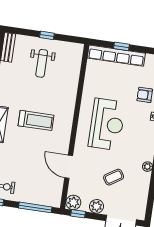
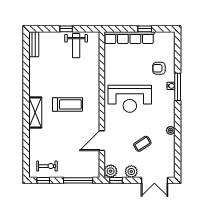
window: (121, 46) -> (145, 29), moved
weight bench: (42, 63) -> (76, 46), moved
reception desk: (107, 124) -> (130, 99), turned 90
door: (69, 167) -> (102, 141), hinge flipped

